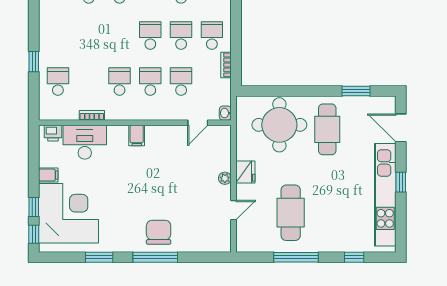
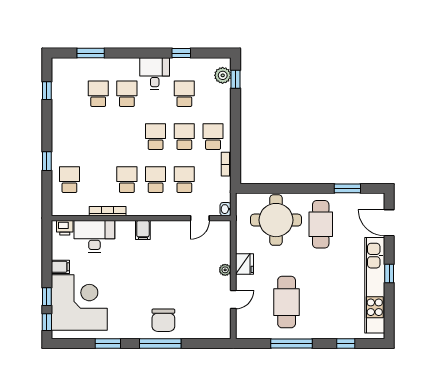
bookcase: (92, 115) -> (108, 211), width x1.56
chair: (159, 232) -> (163, 320), turned 180

